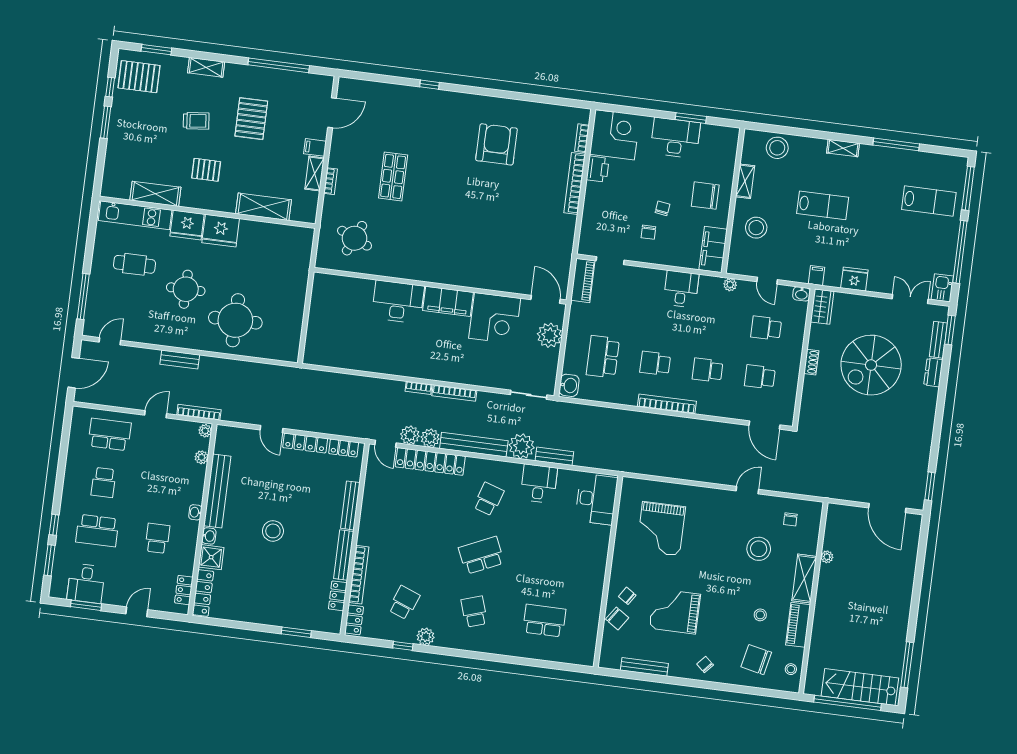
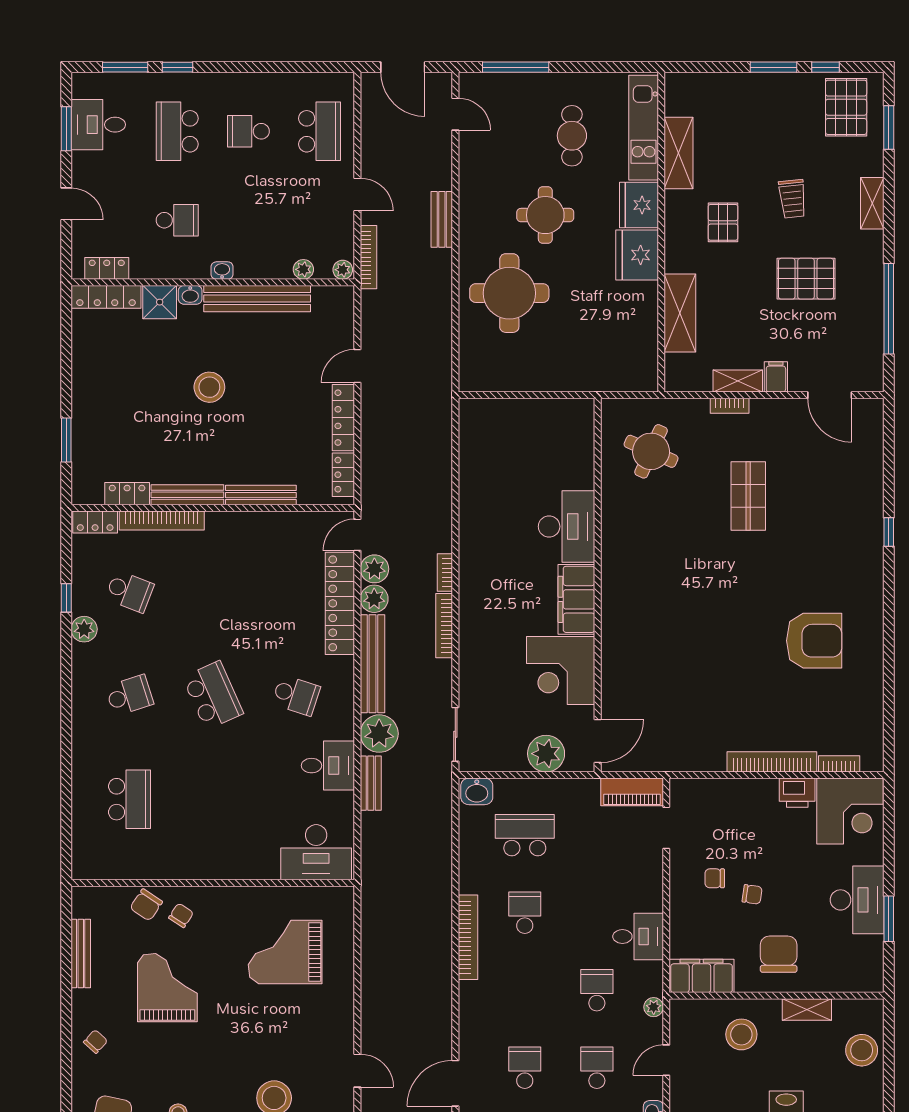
shop shelf: (393, 176) -> (748, 496), turned 90
school desk: (708, 370) -> (597, 990), moved

